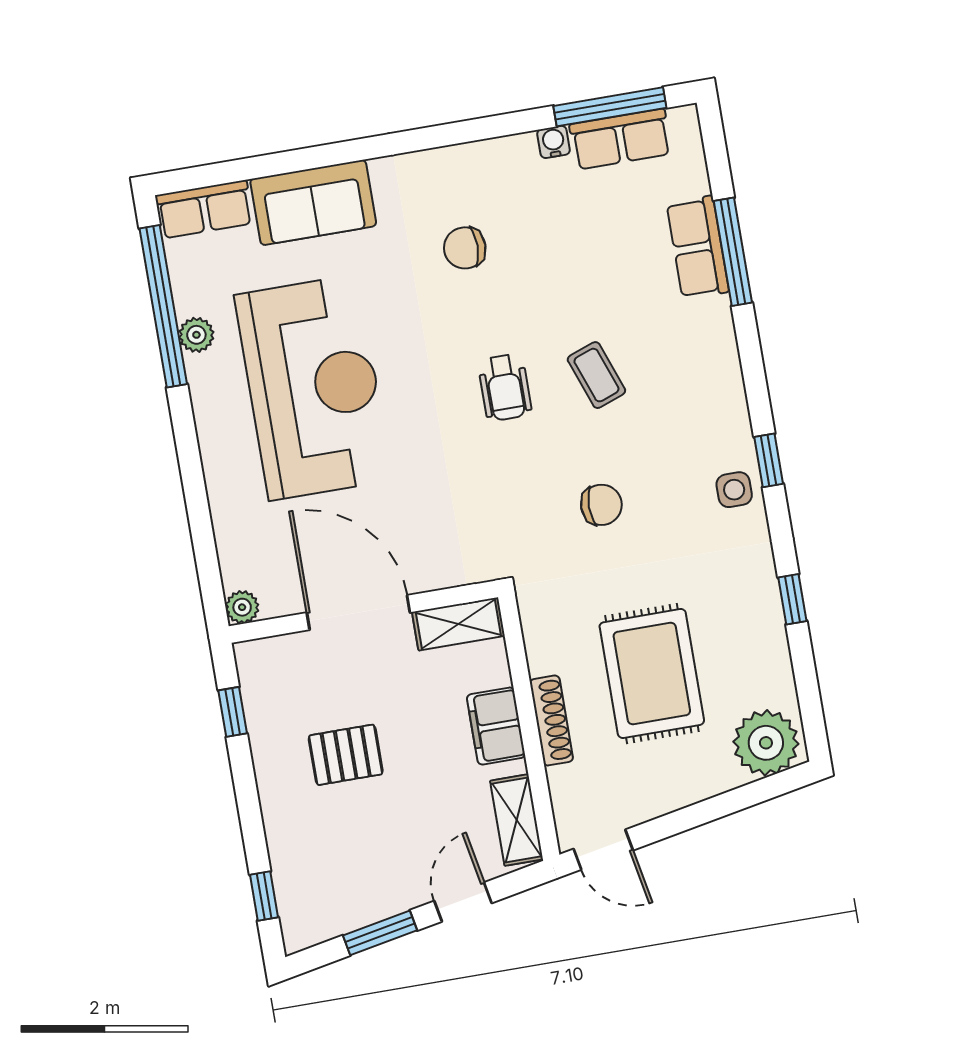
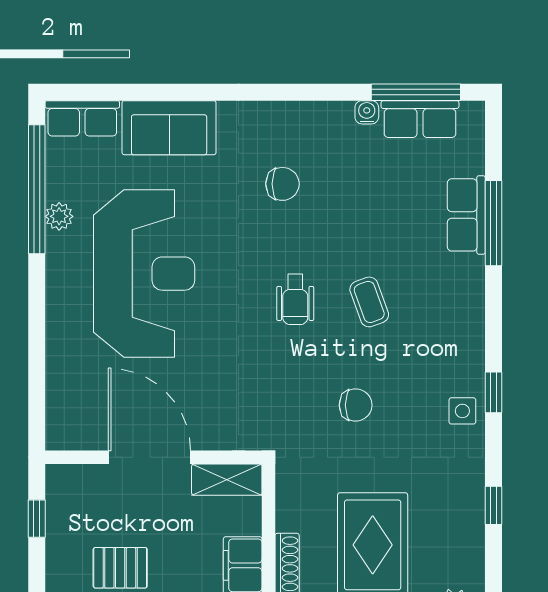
chair: (465, 248) -> (282, 184), turned 180
plant: (242, 607) -> (58, 437), removed

